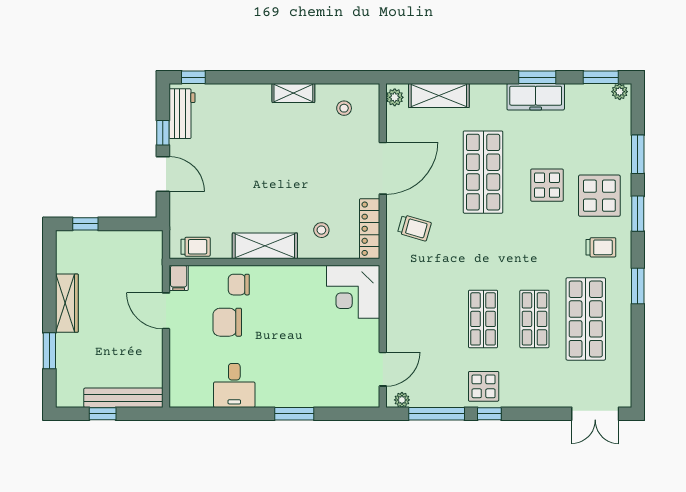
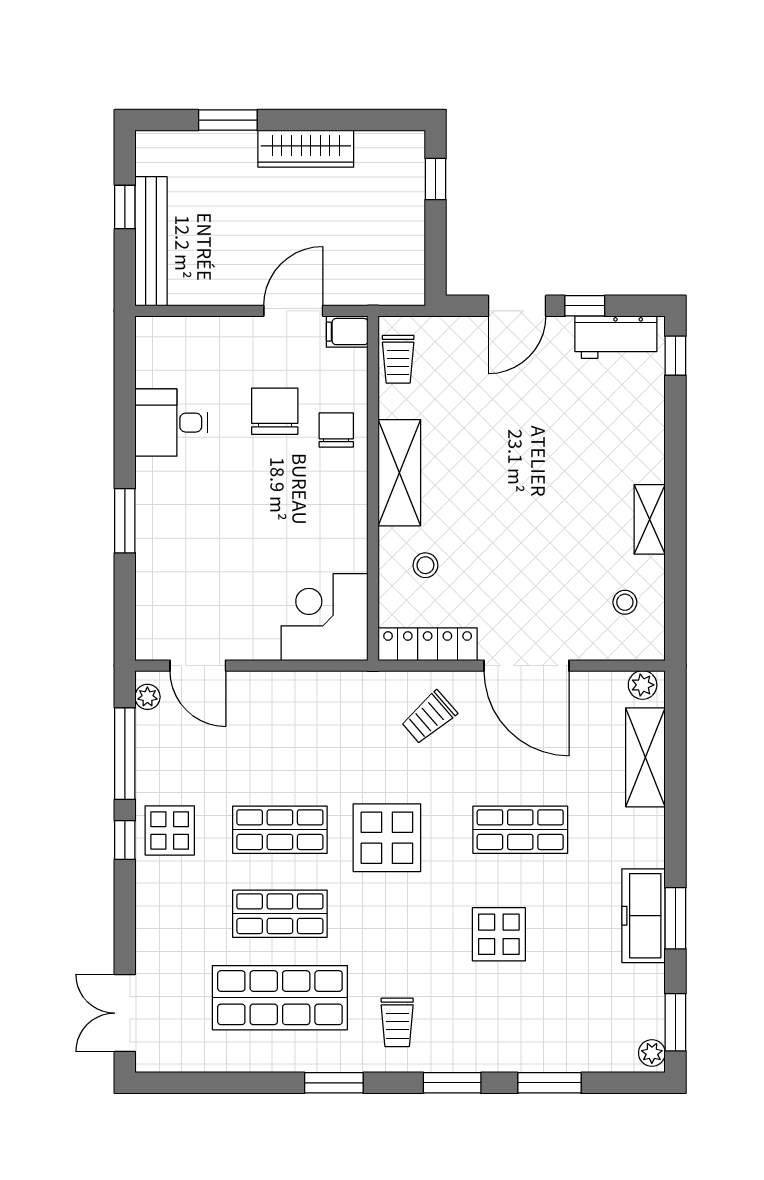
shop shelf: (483, 172) -> (520, 830), width x0.70, depth x0.74
display table: (599, 196) -> (387, 838), moved
trolley: (414, 228) -> (429, 717), turned 33

